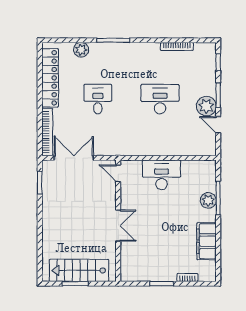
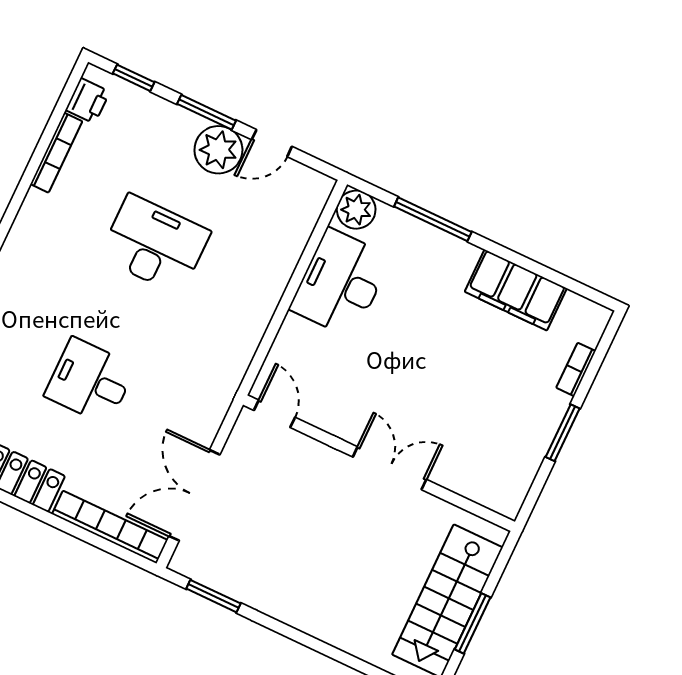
printer: (202, 49) -> (88, 101), added
desk: (160, 99) -> (155, 244), turned 90
door: (118, 173) -> (274, 414), swing flipped
desk: (162, 175) -> (340, 283), moved
plant: (208, 200) -> (356, 210), moved

